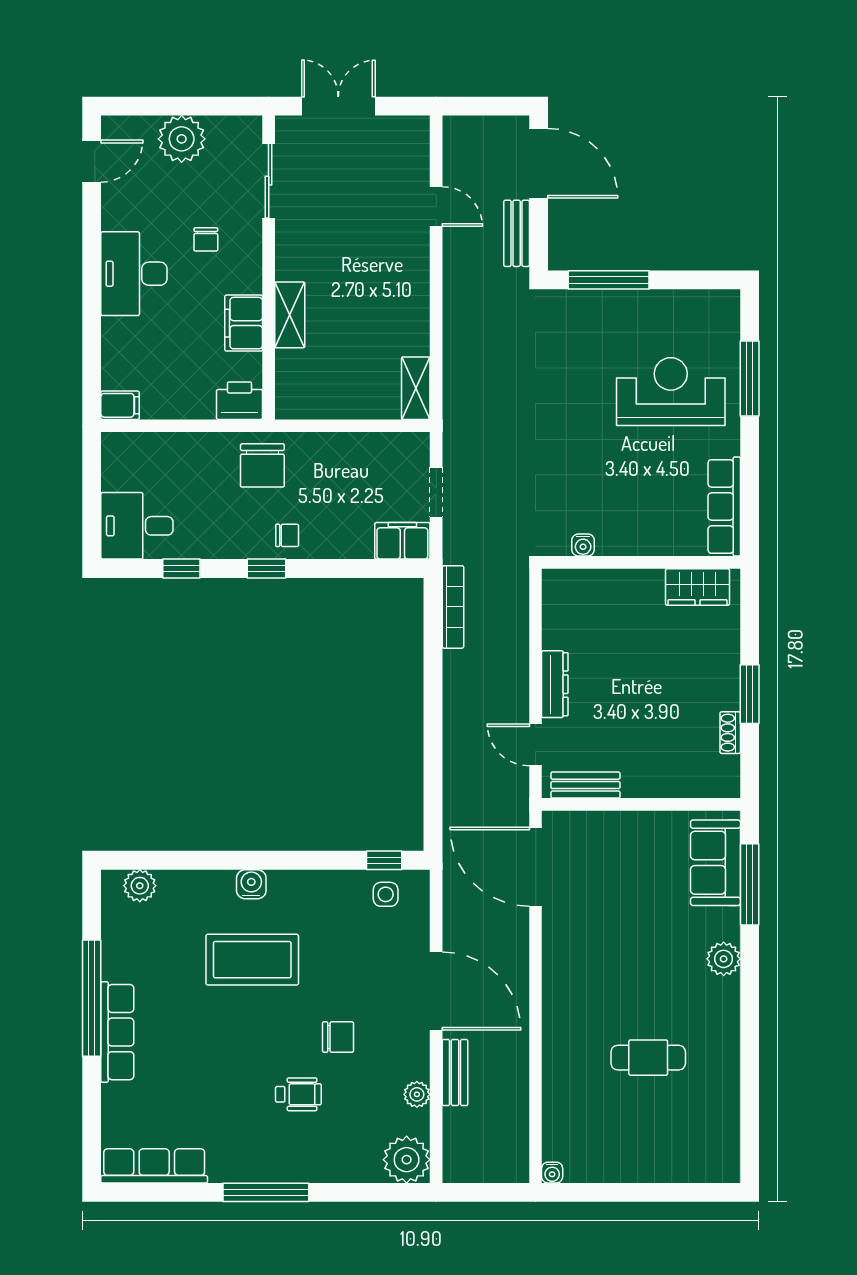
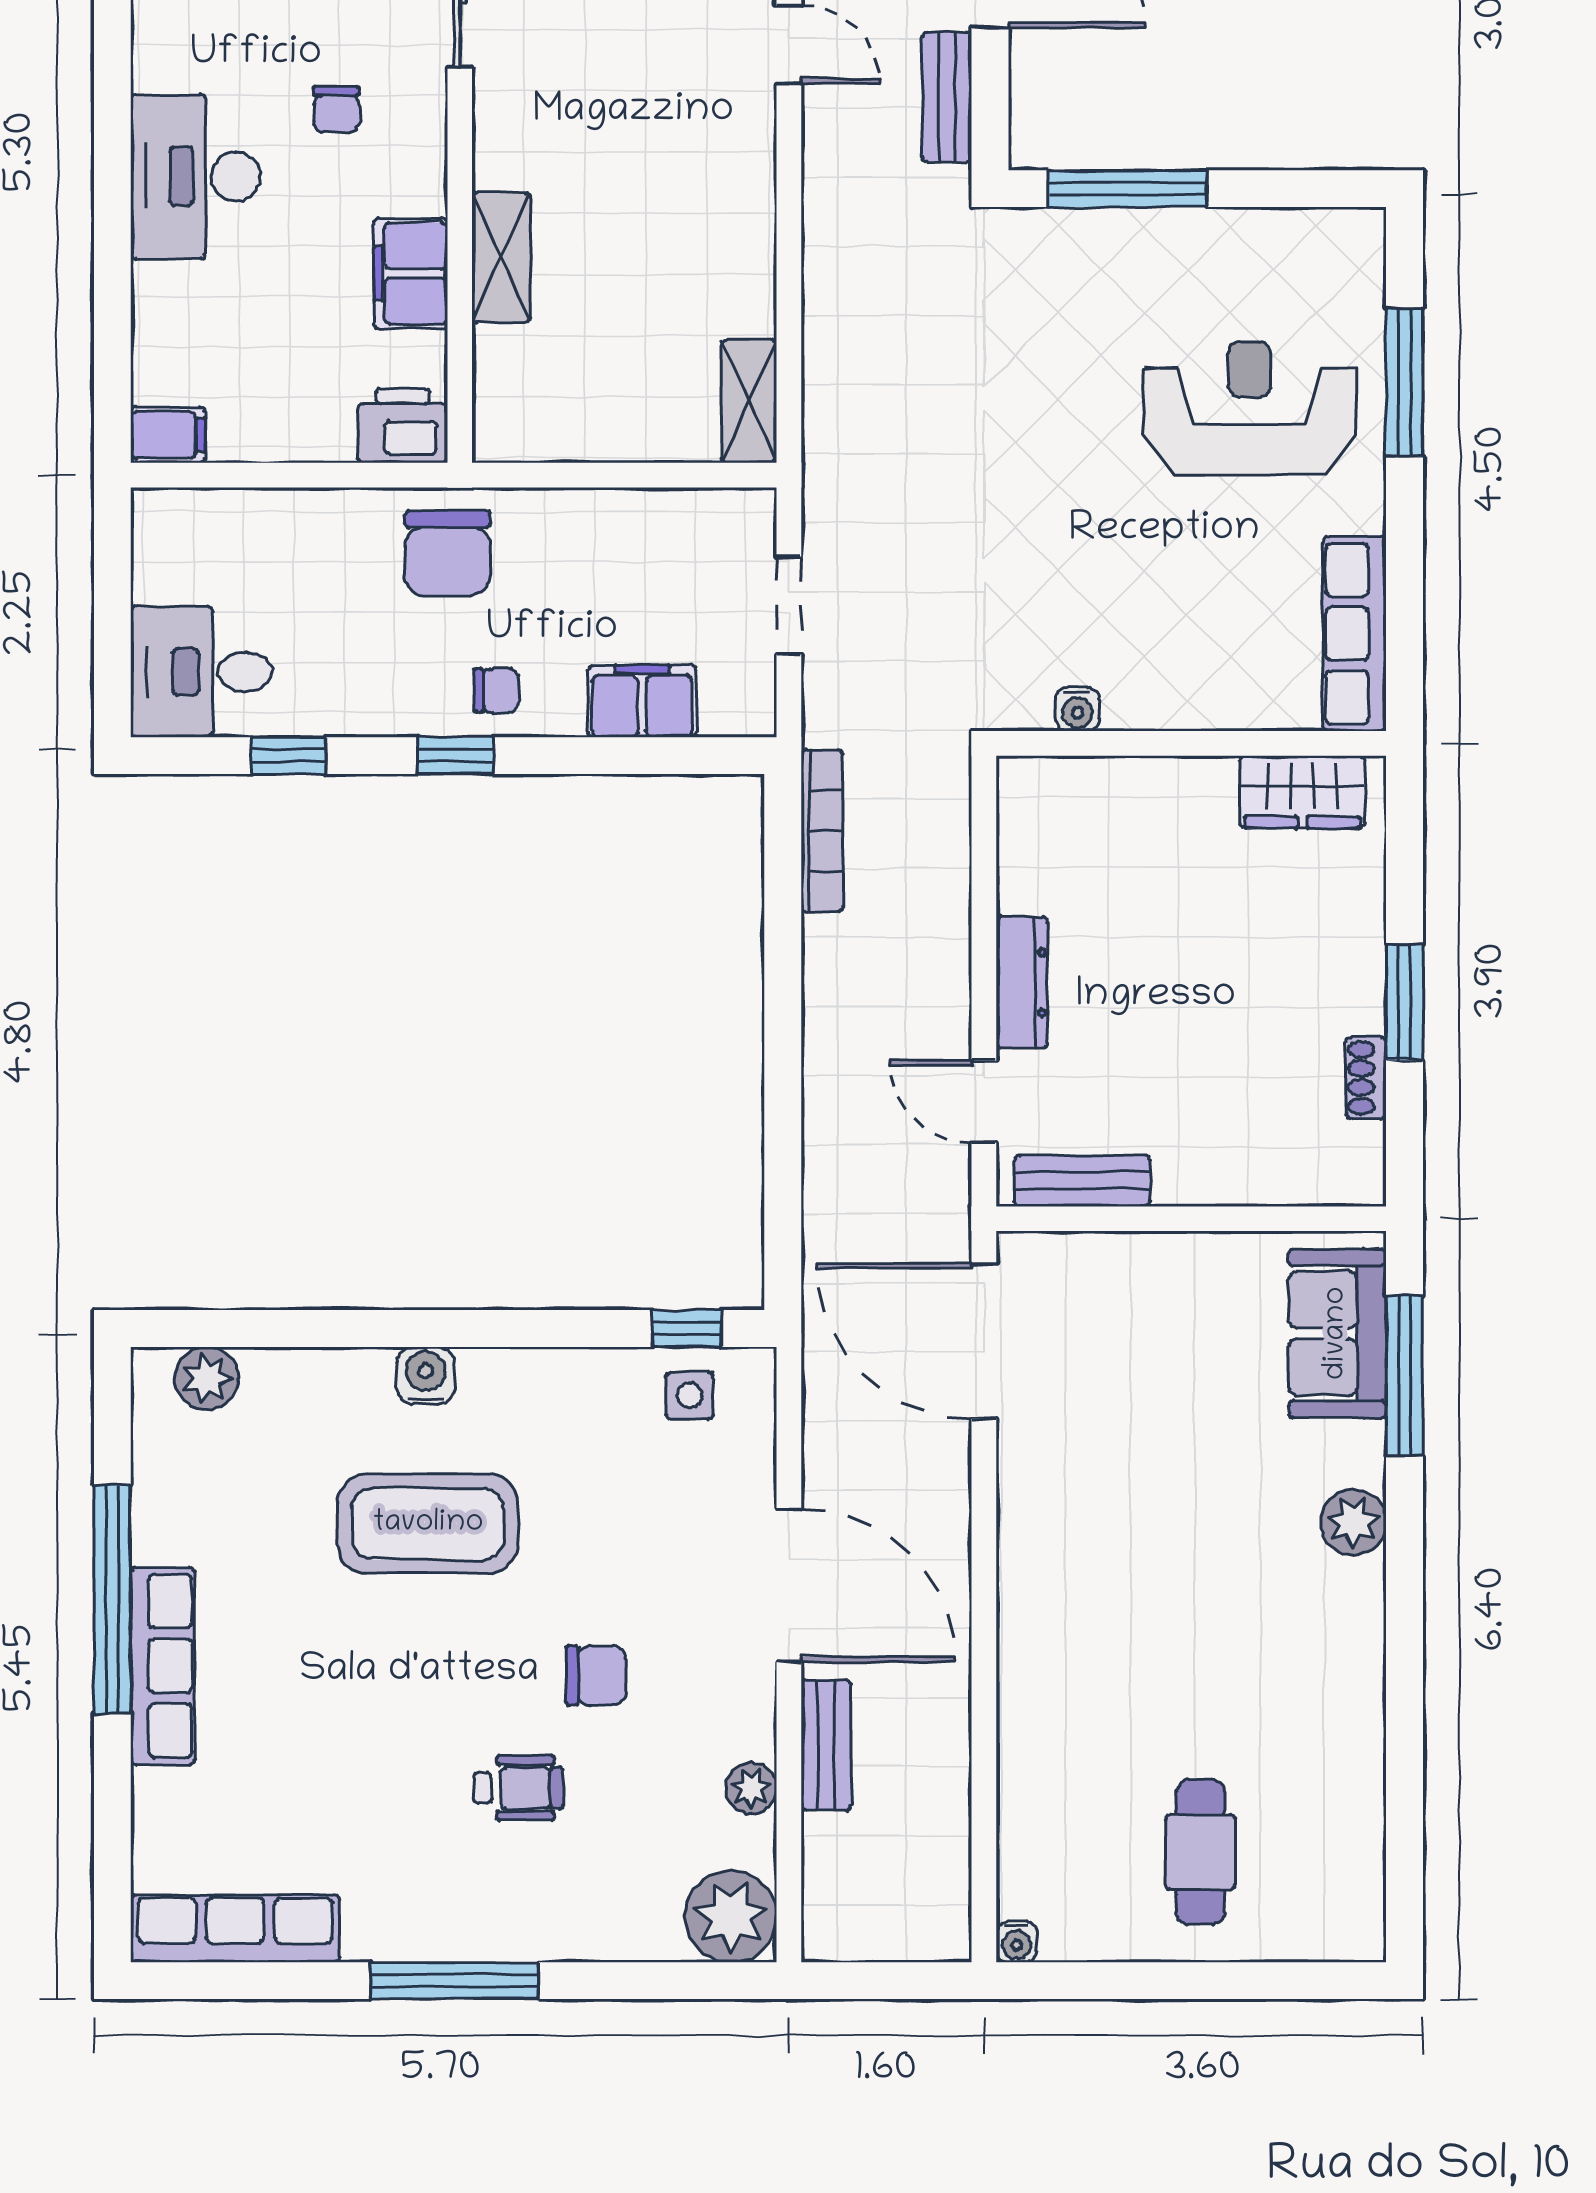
filing cabinet: (402, 541) -> (642, 701), moved
cafe table: (648, 1058) -> (1200, 1852), moved, turned 90

